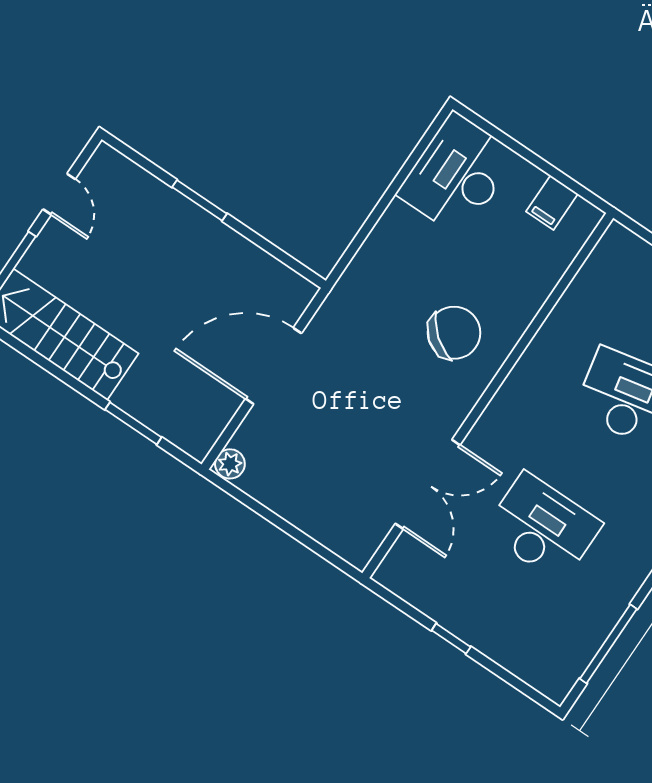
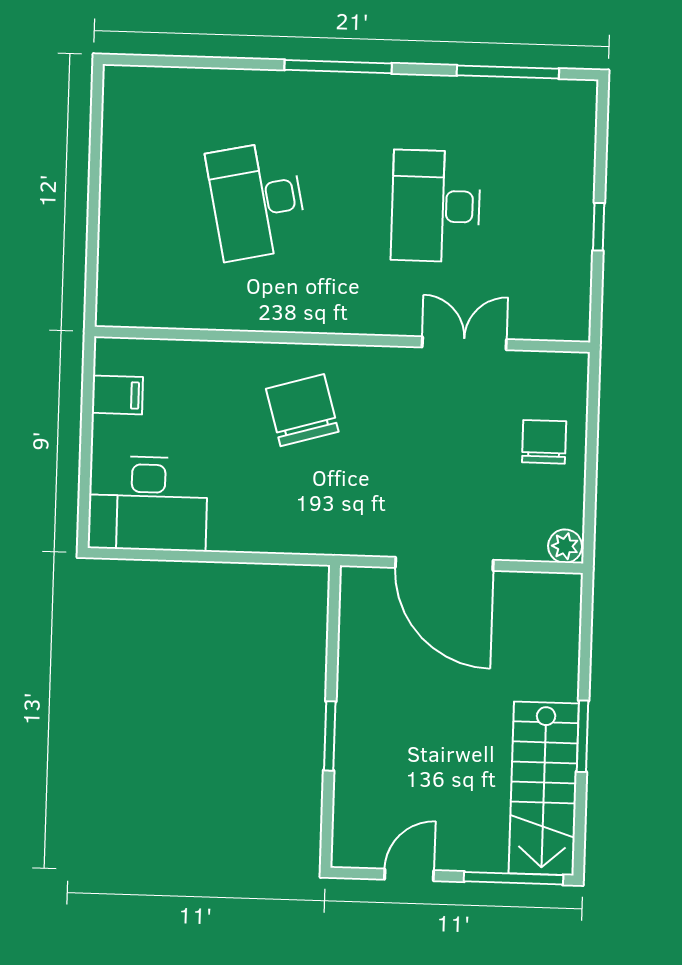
chair: (454, 333) -> (302, 410), turned 36
window: (133, 423) -> (583, 736), moved
double door: (428, 484) -> (464, 343), width x0.73
chair: (317, 497) -> (544, 442), added

